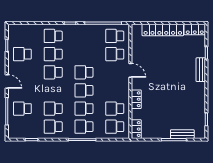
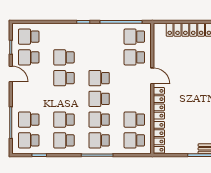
school desk: (53, 36) -> (29, 37), moved
door: (7, 81) -> (11, 74), moved
locker: (136, 99) -> (159, 103), width x1.53
school desk: (22, 127) -> (29, 140), added
locker: (136, 129) -> (159, 137), width x1.53

